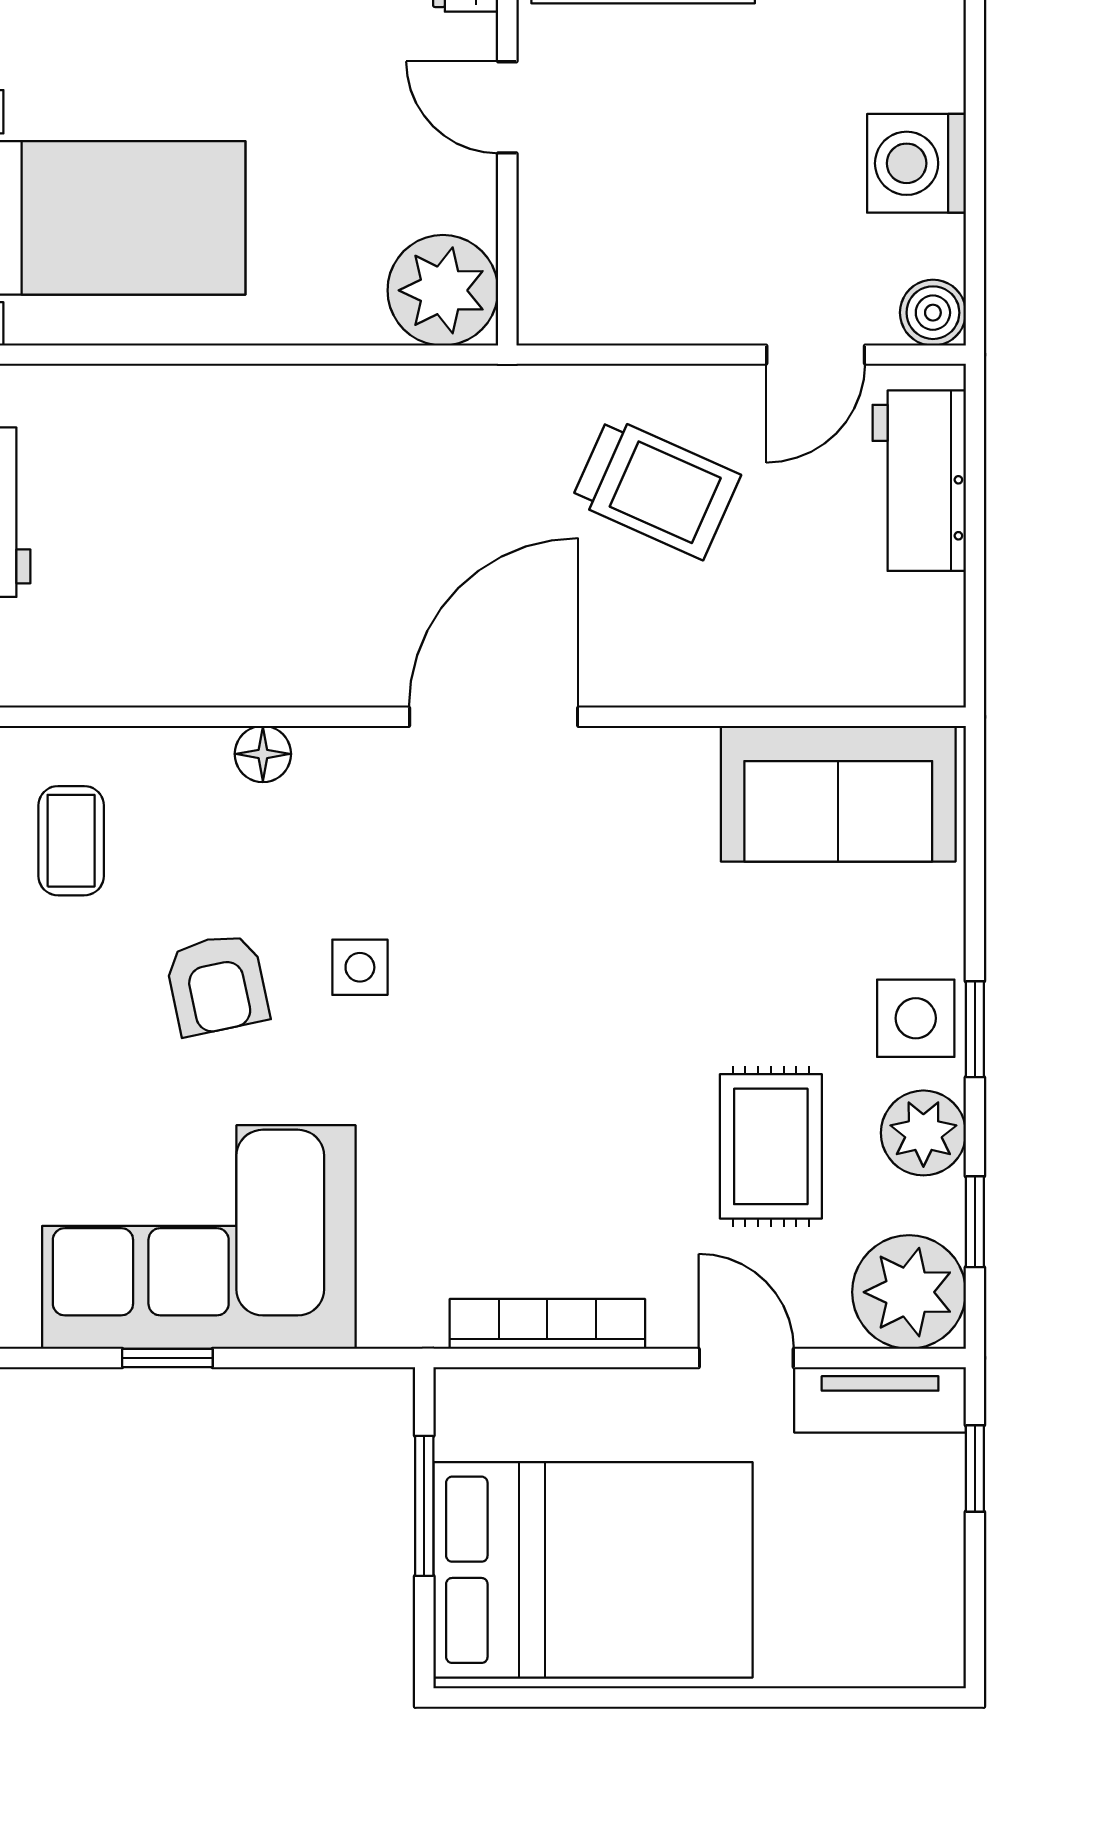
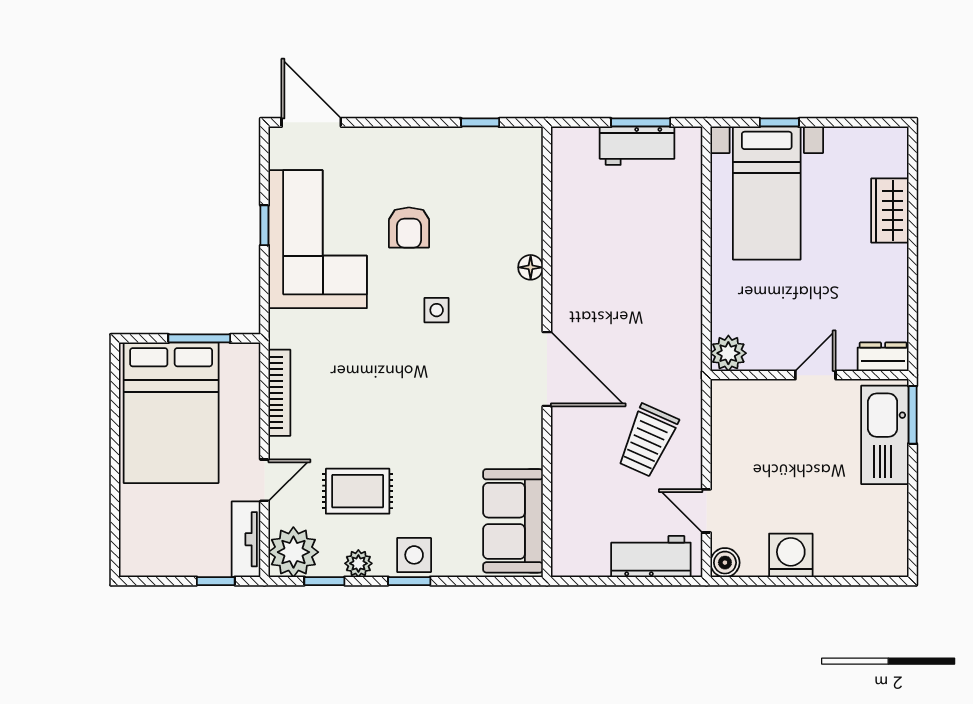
plant: (443, 290) -> (728, 353), width x0.73, depth x0.73
coffee table: (71, 841) -> (492, 183), removed
armchair: (217, 984) -> (409, 228), moved, turned -78
plant: (923, 1133) -> (358, 563), width x0.73, depth x0.73

